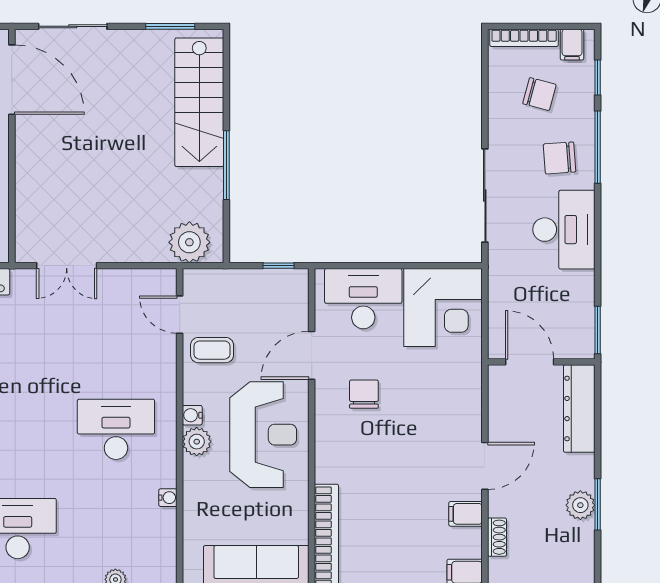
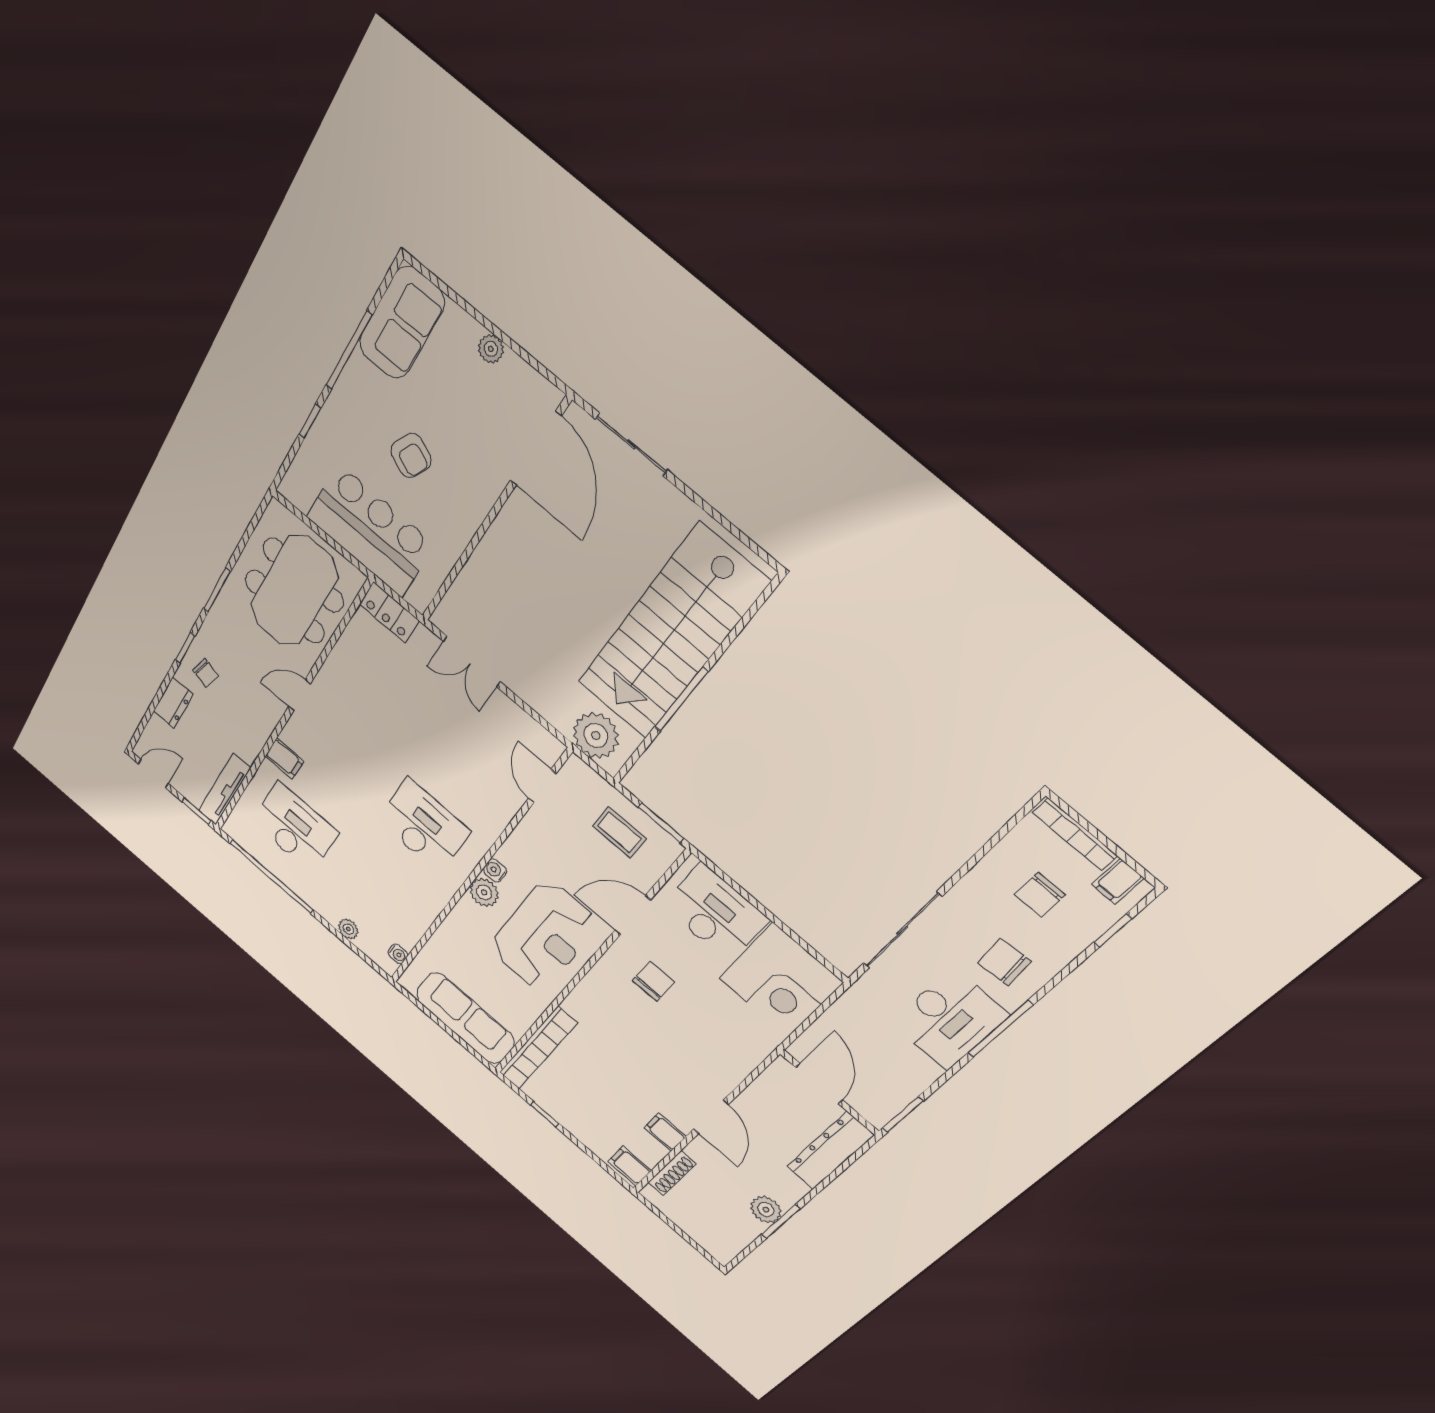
window: (170, 26) -> (728, 525), removed
chair: (539, 94) -> (1040, 895), turned 75
stairs: (199, 102) -> (672, 633), width x1.36, depth x1.51
window: (598, 147) -> (1000, 1029), moved
window: (278, 266) -> (661, 823), width x1.50
coffee table: (212, 350) -> (619, 832), moved
door: (485, 466) -> (711, 1117), hinge flipped
water cooler: (168, 498) -> (398, 954), moved
shoe rack: (497, 537) -> (672, 1173), width x1.43

